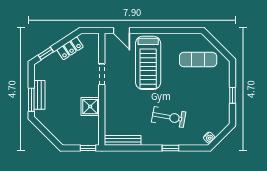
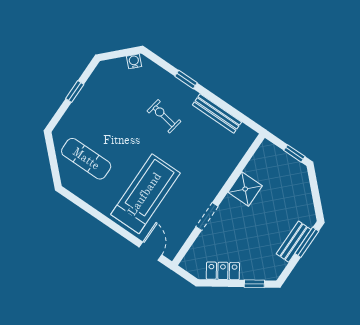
exercise bike: (169, 117) -> (164, 116), width x0.73, depth x0.72
bench: (123, 140) -> (217, 113), moved
window: (88, 148) -> (294, 153), moved

